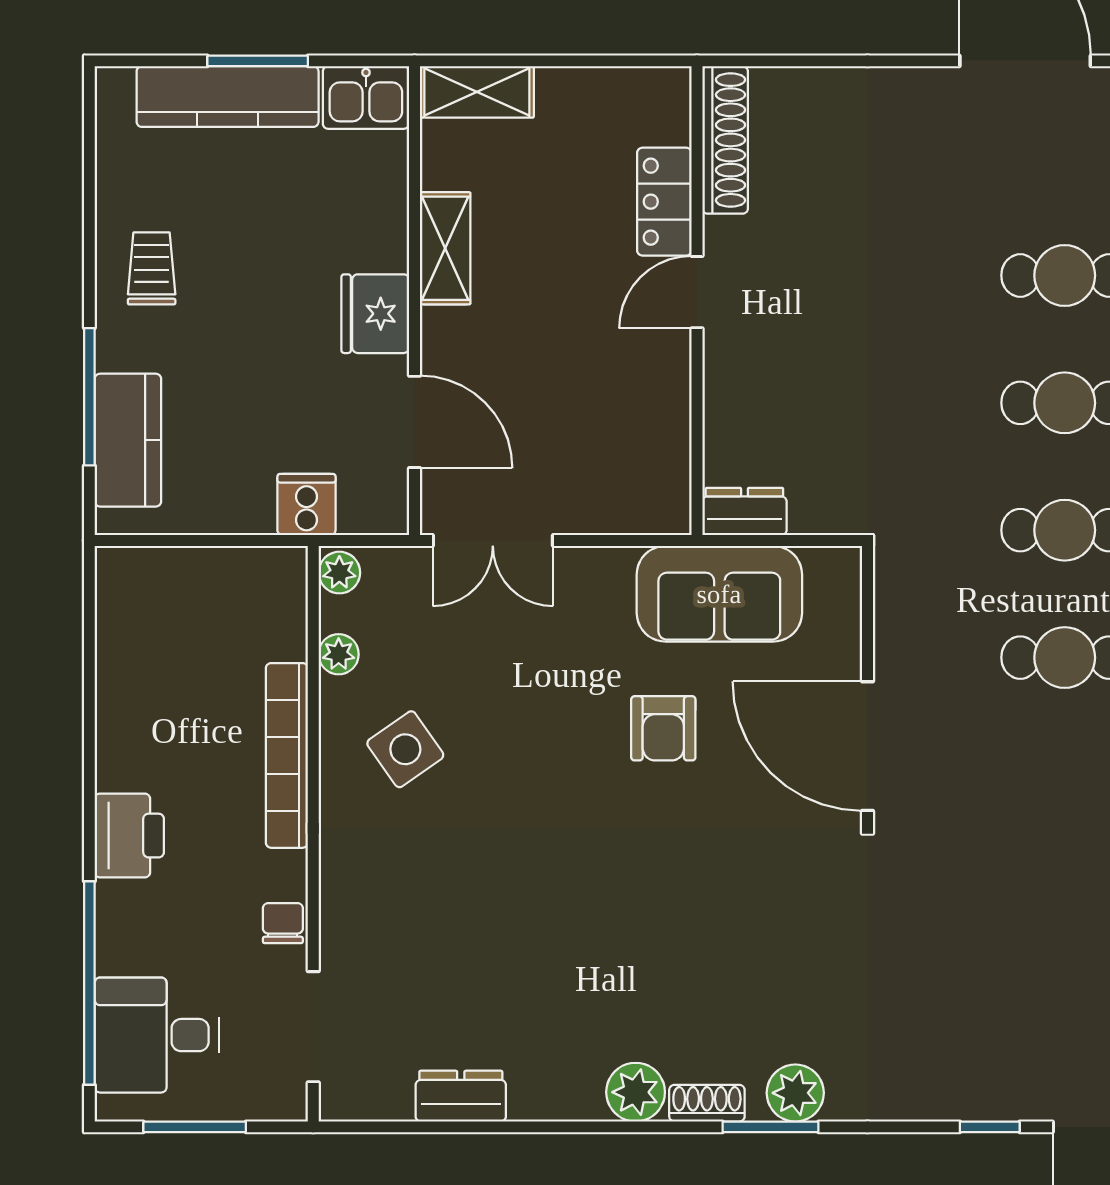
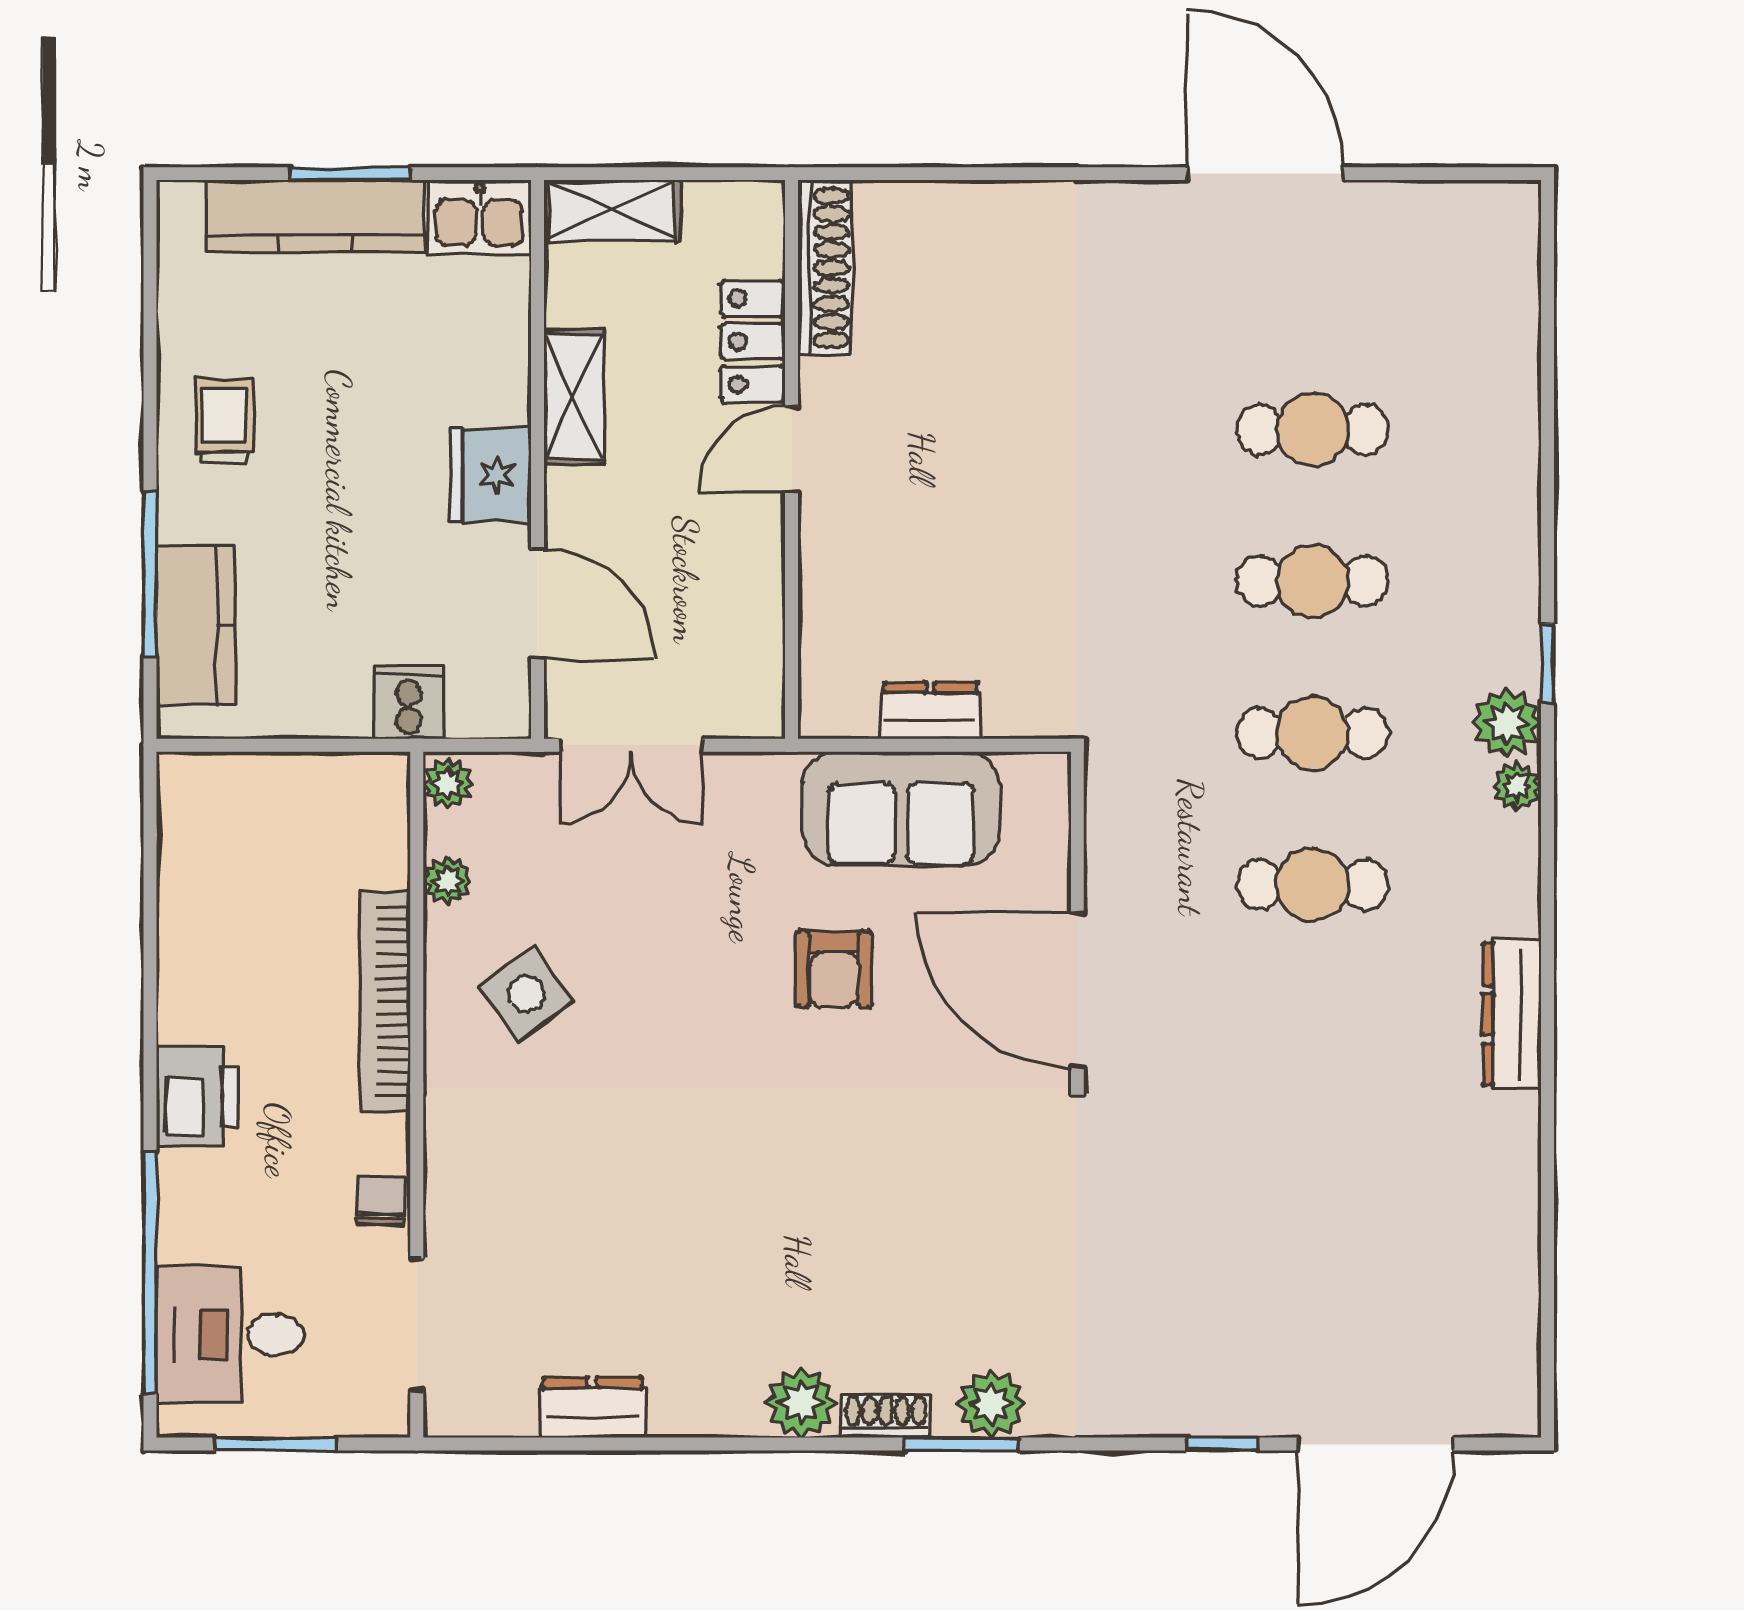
shoe rack: (725, 140) -> (825, 268), moved
locker: (664, 202) -> (753, 341), moved
door: (697, 292) -> (792, 449), moved
wall: (697, 301) -> (792, 459), moved

